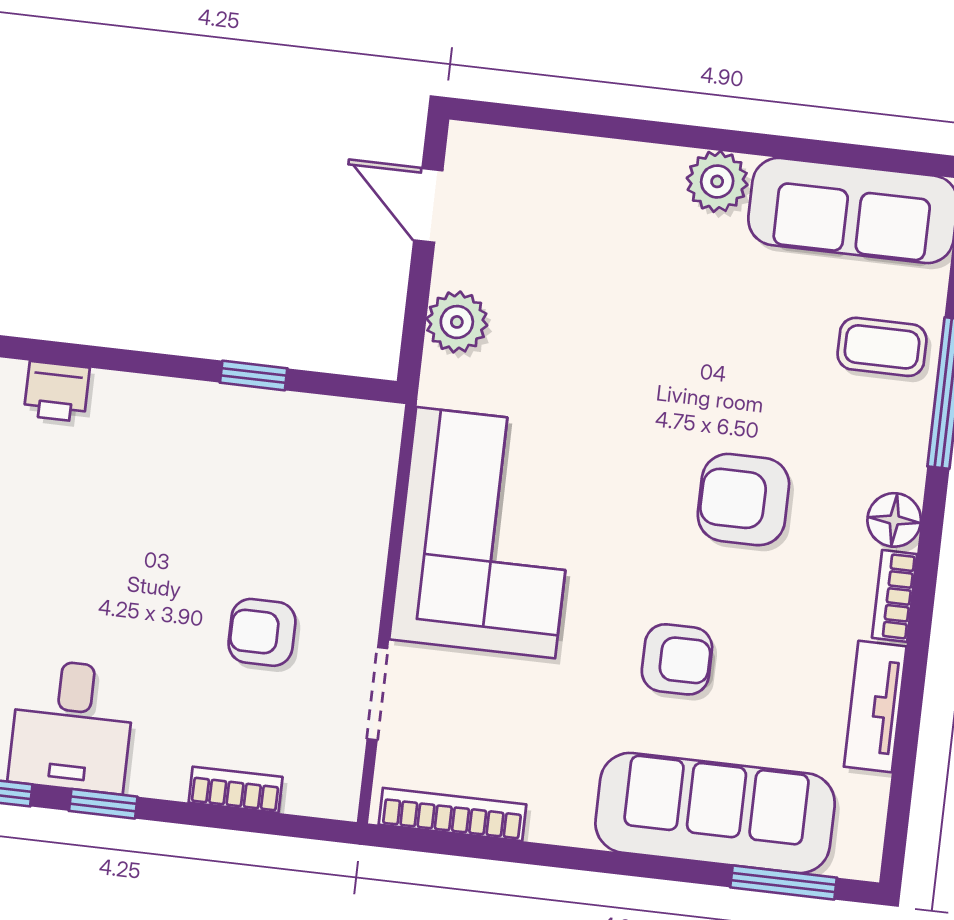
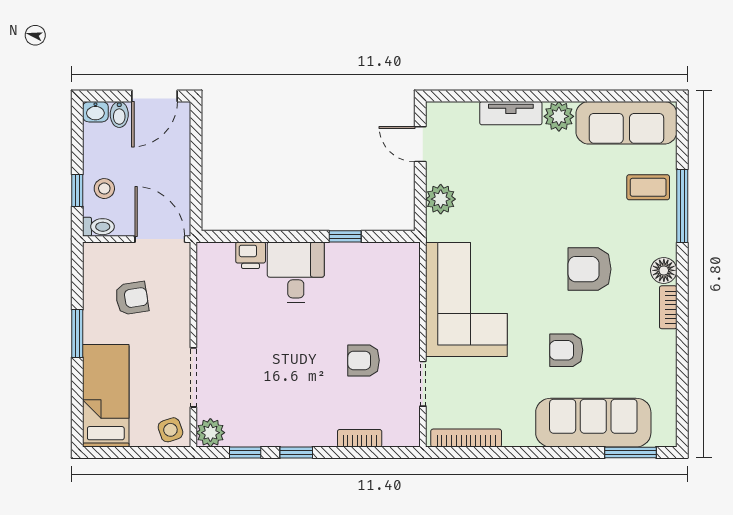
armchair: (677, 659) -> (566, 350), turned 180
tv unit: (875, 706) -> (511, 113), moved, turned -90
desk: (72, 726) -> (296, 272), moved, turned 180

